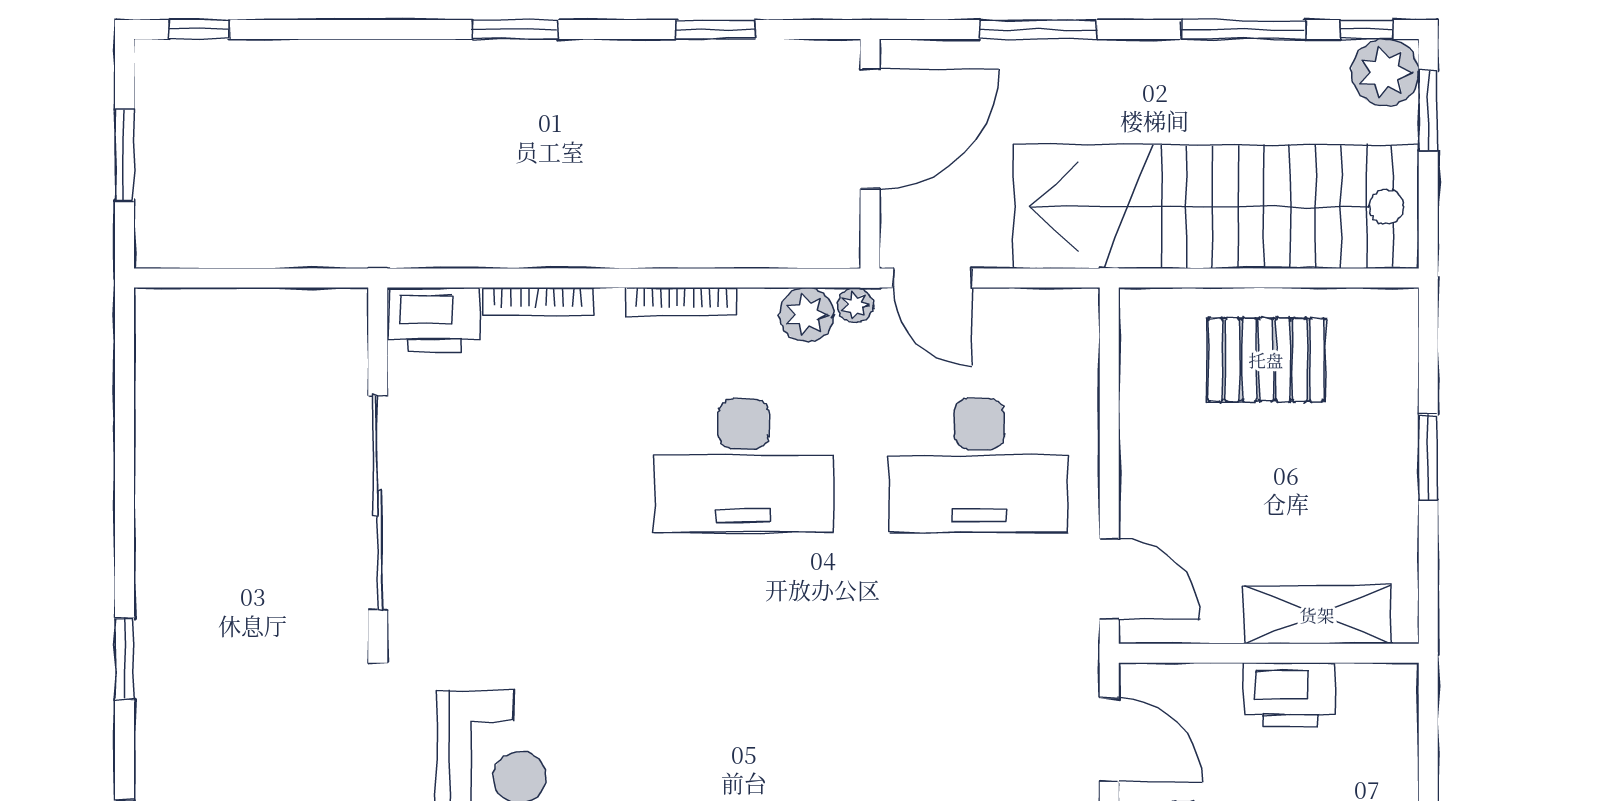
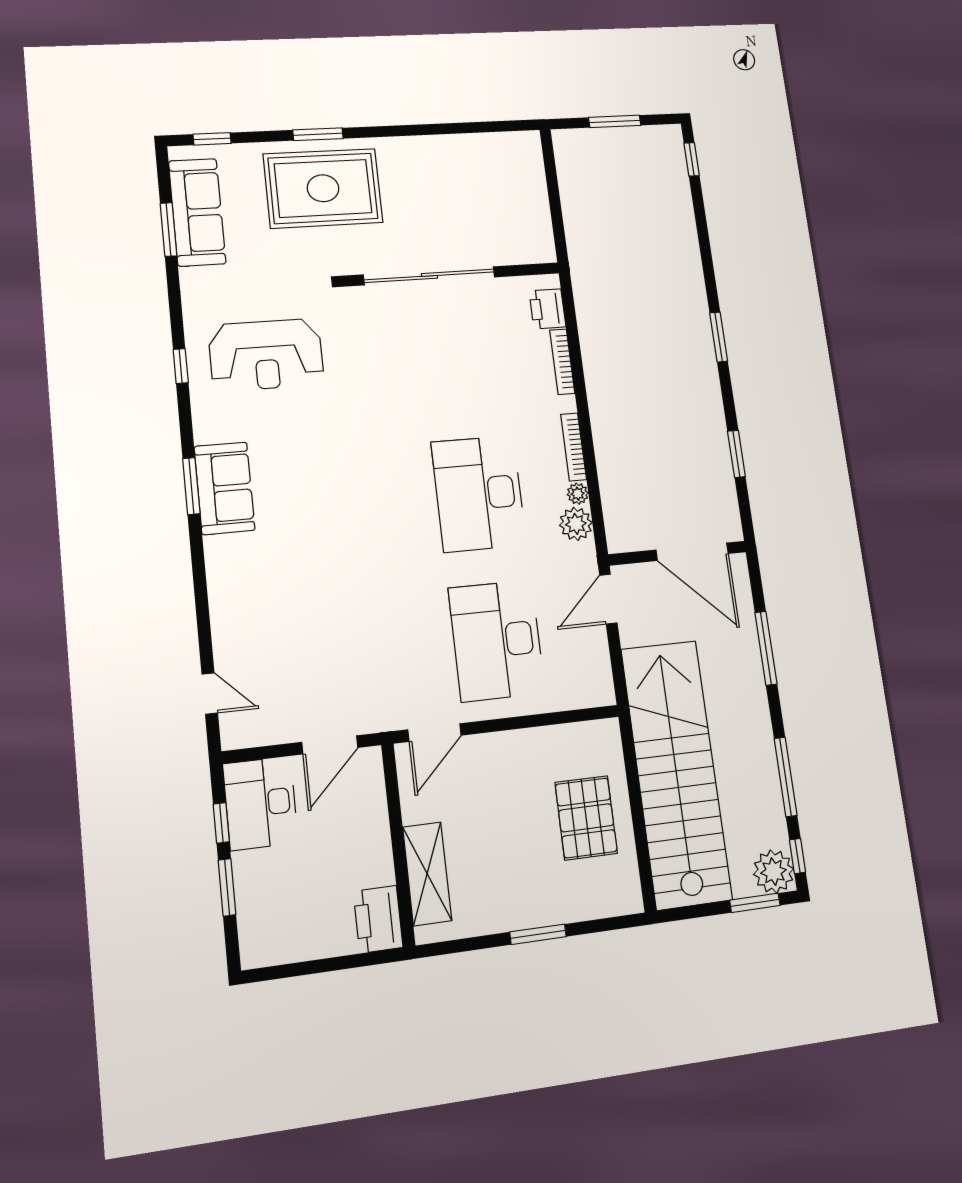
plant: (855, 305) -> (578, 494), moved
printer: (434, 320) -> (547, 309), width x0.73, depth x0.84
rug: (218, 660) -> (323, 188), added
printer: (1290, 695) -> (378, 919), moved

